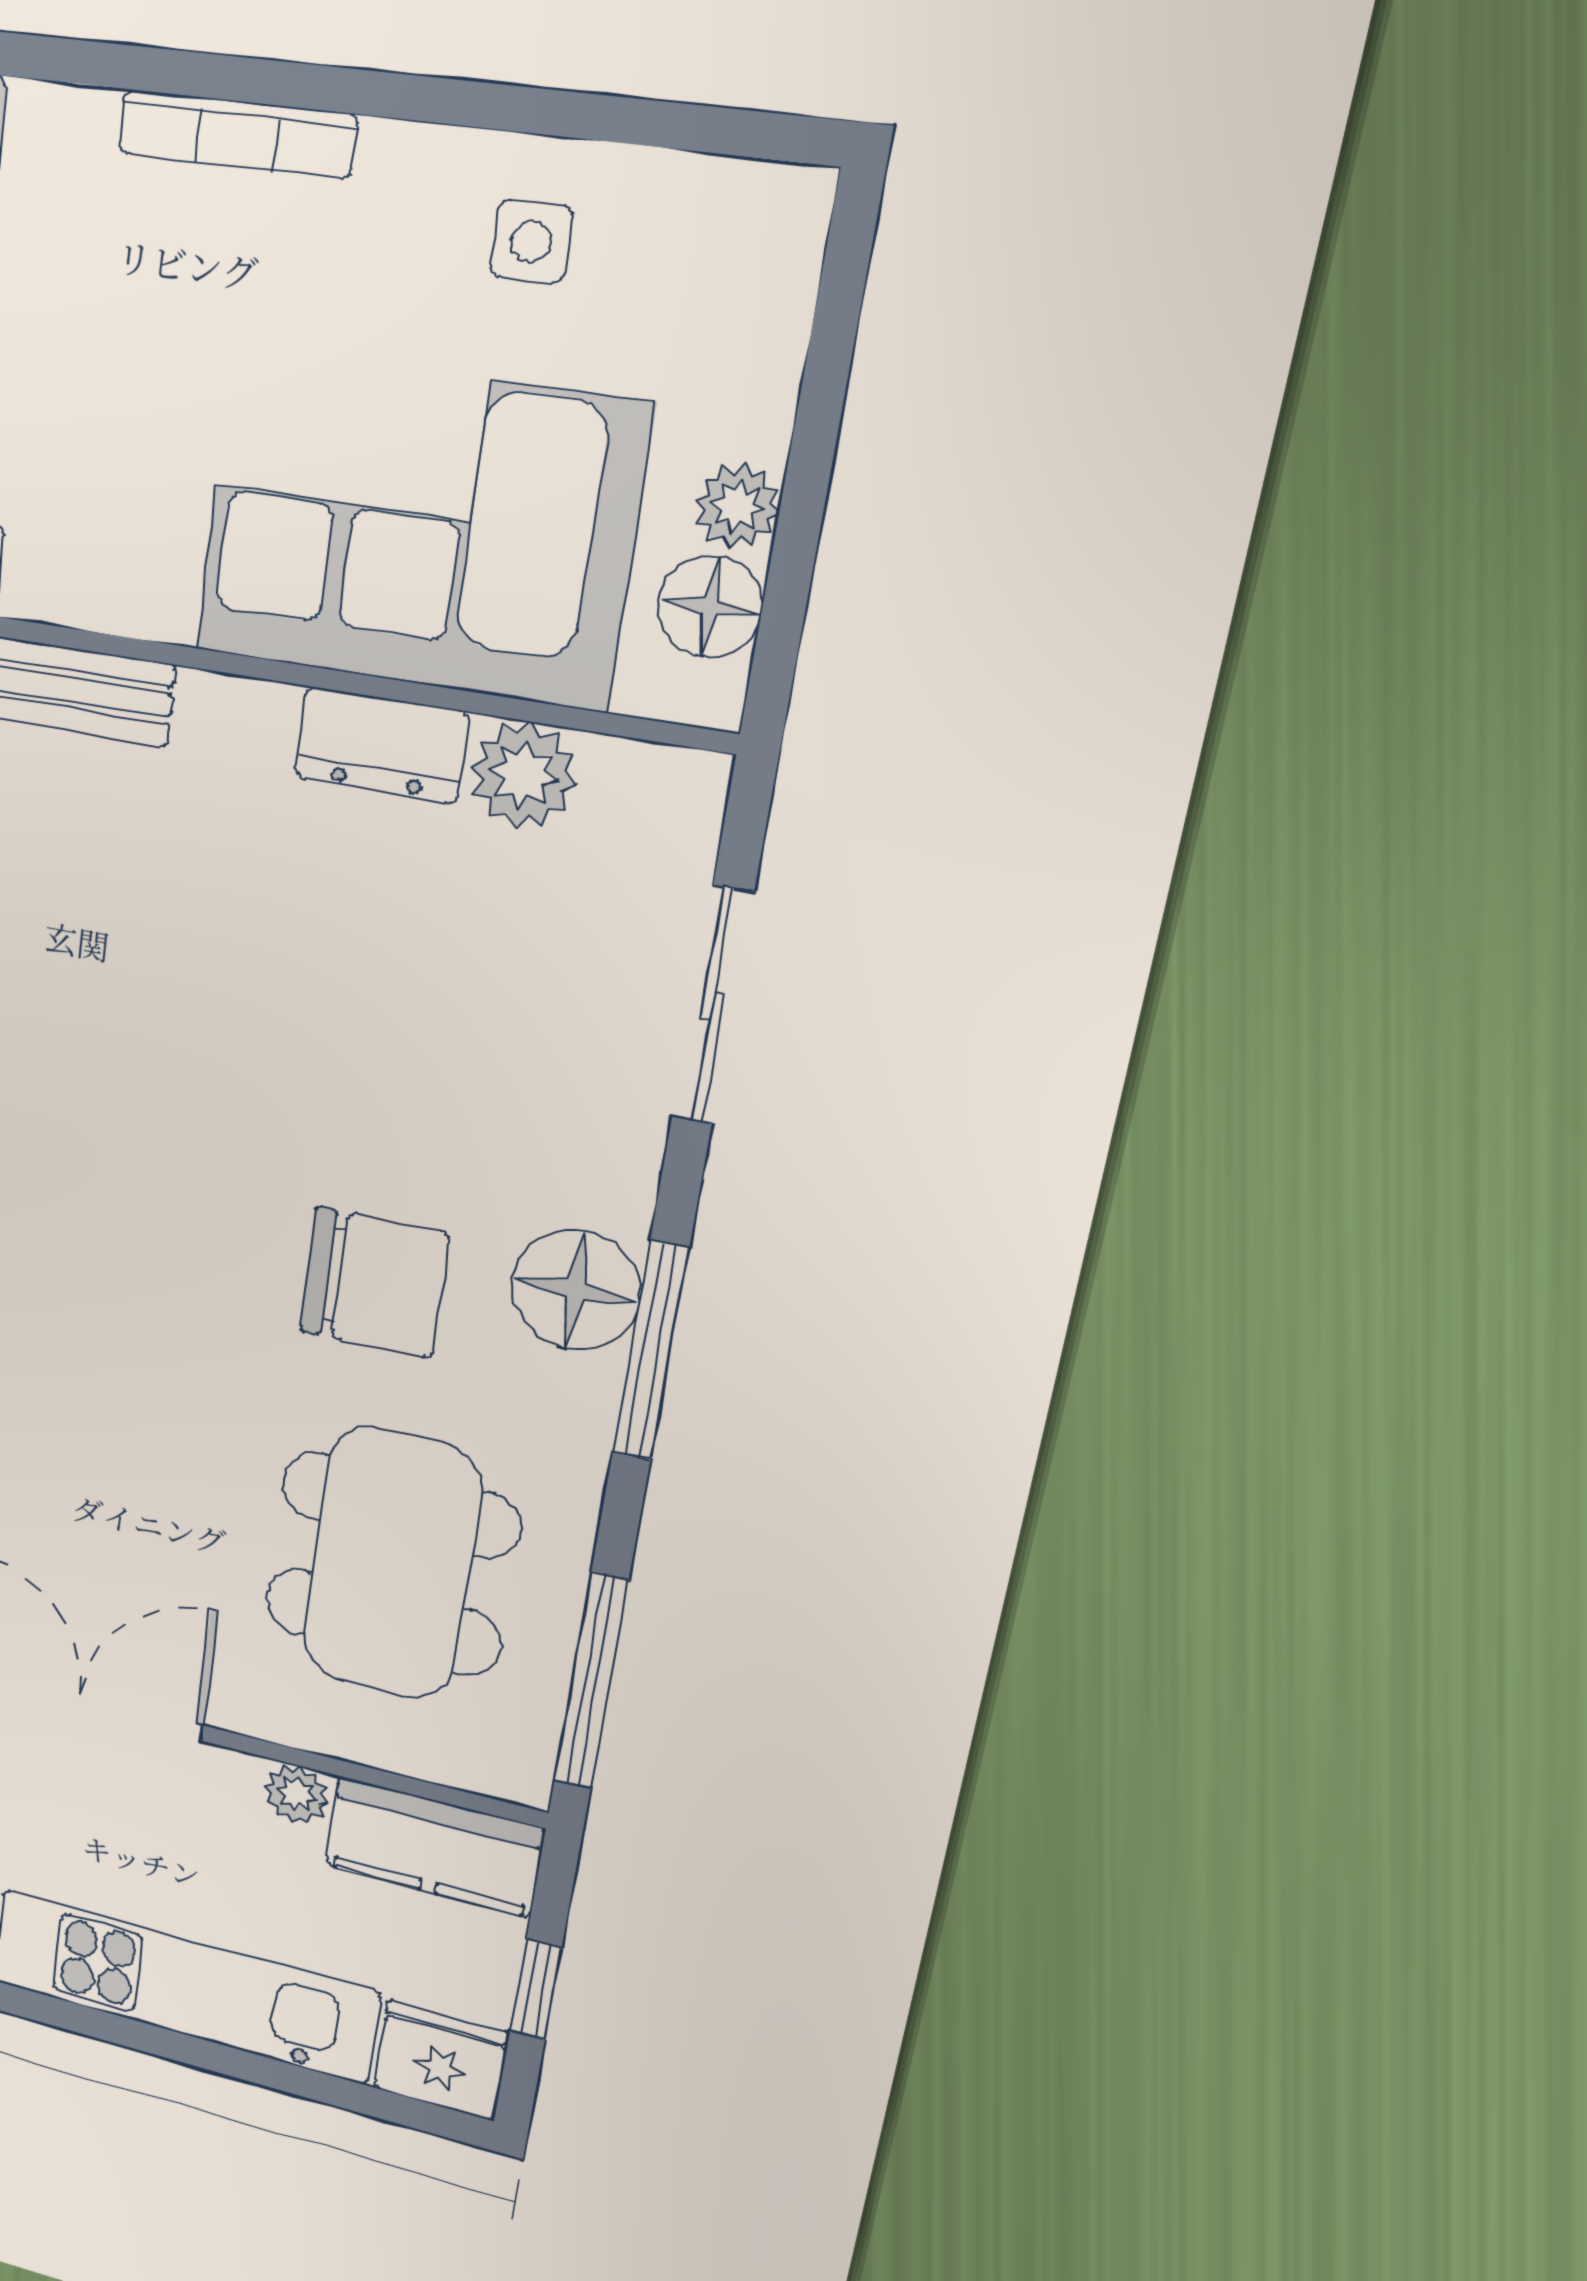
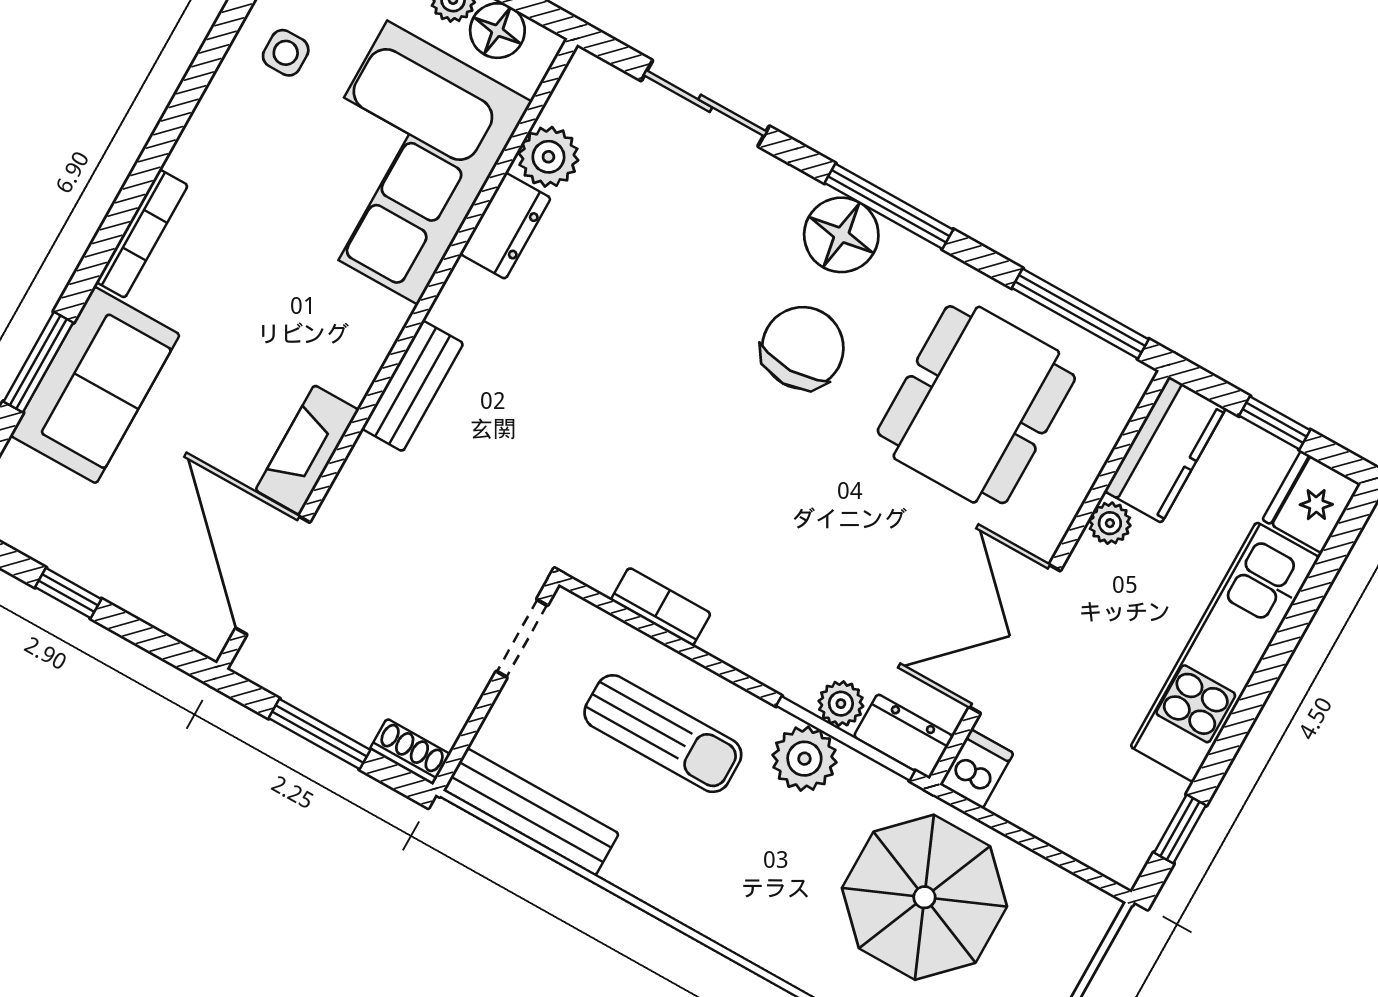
bookcase: (237, 134) -> (142, 234), moved
dining table: (392, 1564) -> (976, 405), turned 90

